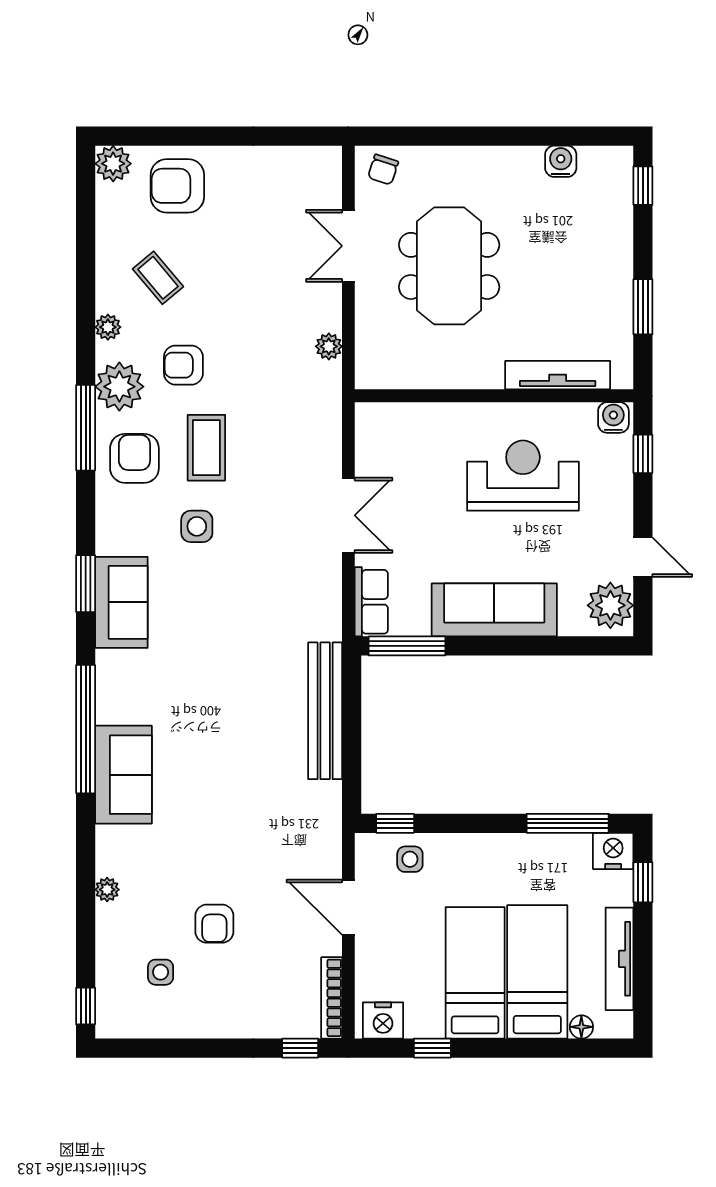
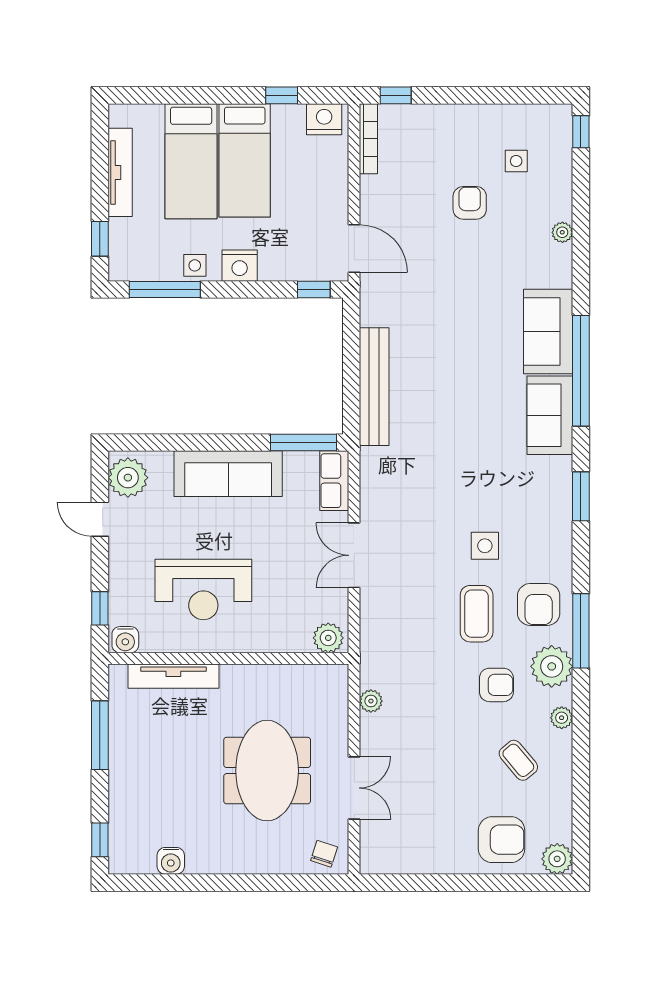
window: (643, 307) -> (100, 735), width x1.44
plant: (378, 420) -> (328, 638), added
sofa: (121, 602) -> (550, 415), moved
nightstand: (613, 851) -> (240, 266), moved
side table: (410, 859) -> (195, 265), moved
door: (348, 907) -> (354, 249), moved
floor lamp: (581, 1027) -> (153, 114), removed

